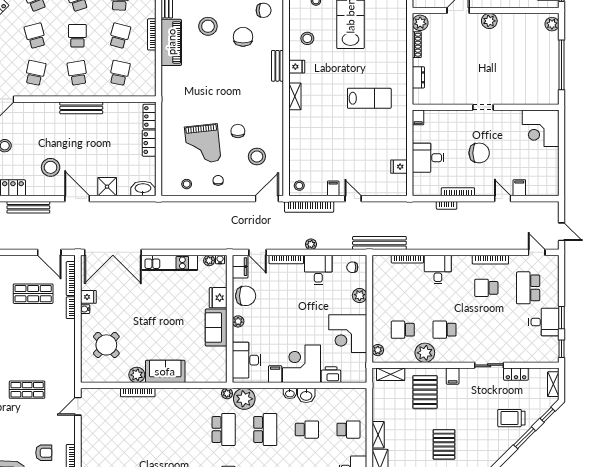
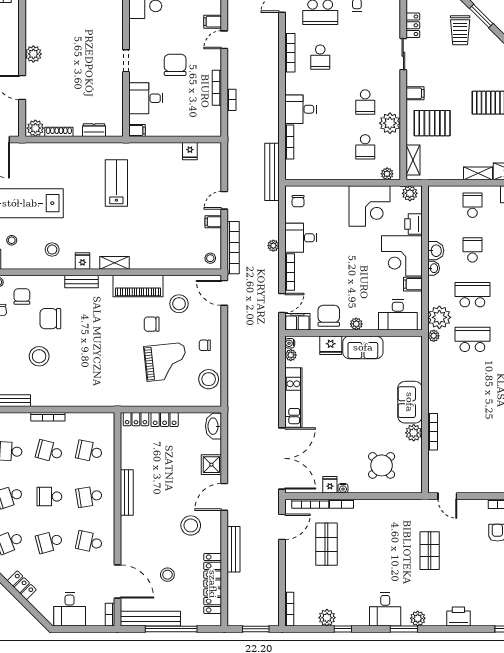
piano: (171, 42) -> (138, 286), moved, turned 180
desk: (428, 158) -> (146, 98), moved, turned 90
stool: (187, 184) -> (209, 379), width x1.89, depth x1.89
plant: (360, 296) -> (410, 193), moved

